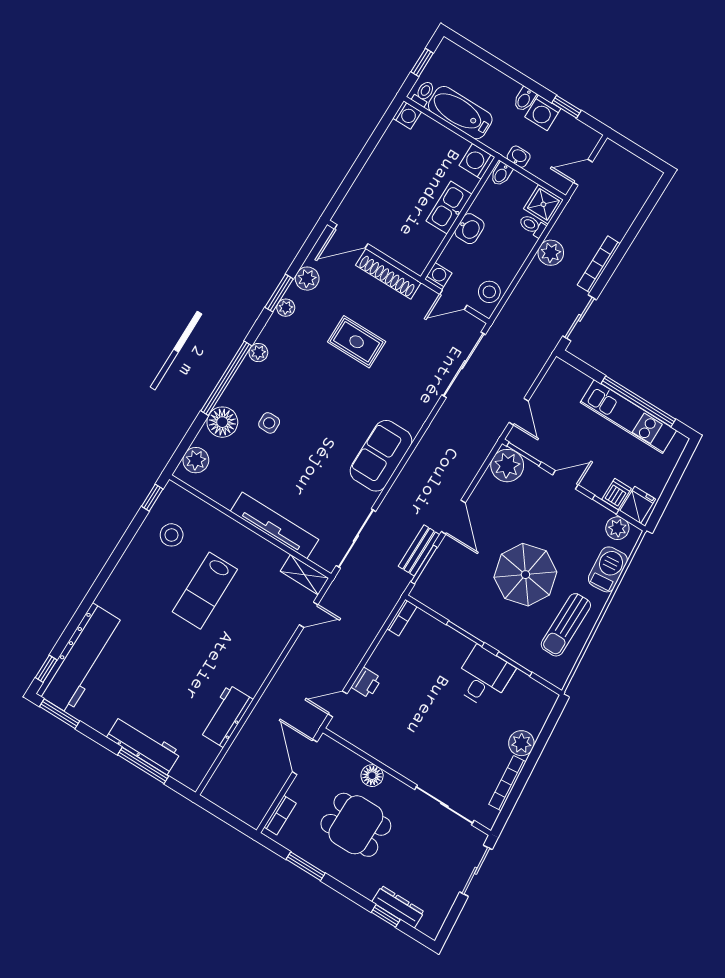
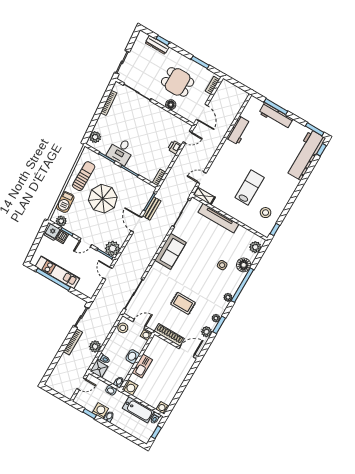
plant: (521, 743) -> (95, 137), moved

